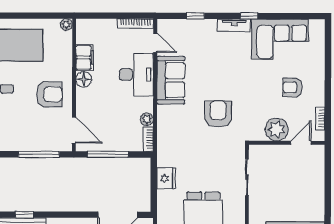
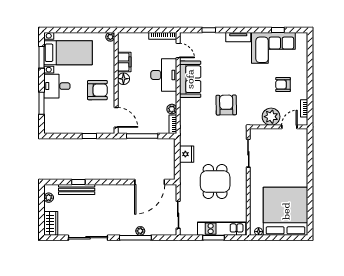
window: (249, 16) -> (278, 30), moved
window: (39, 154) -> (89, 136), width x0.46

